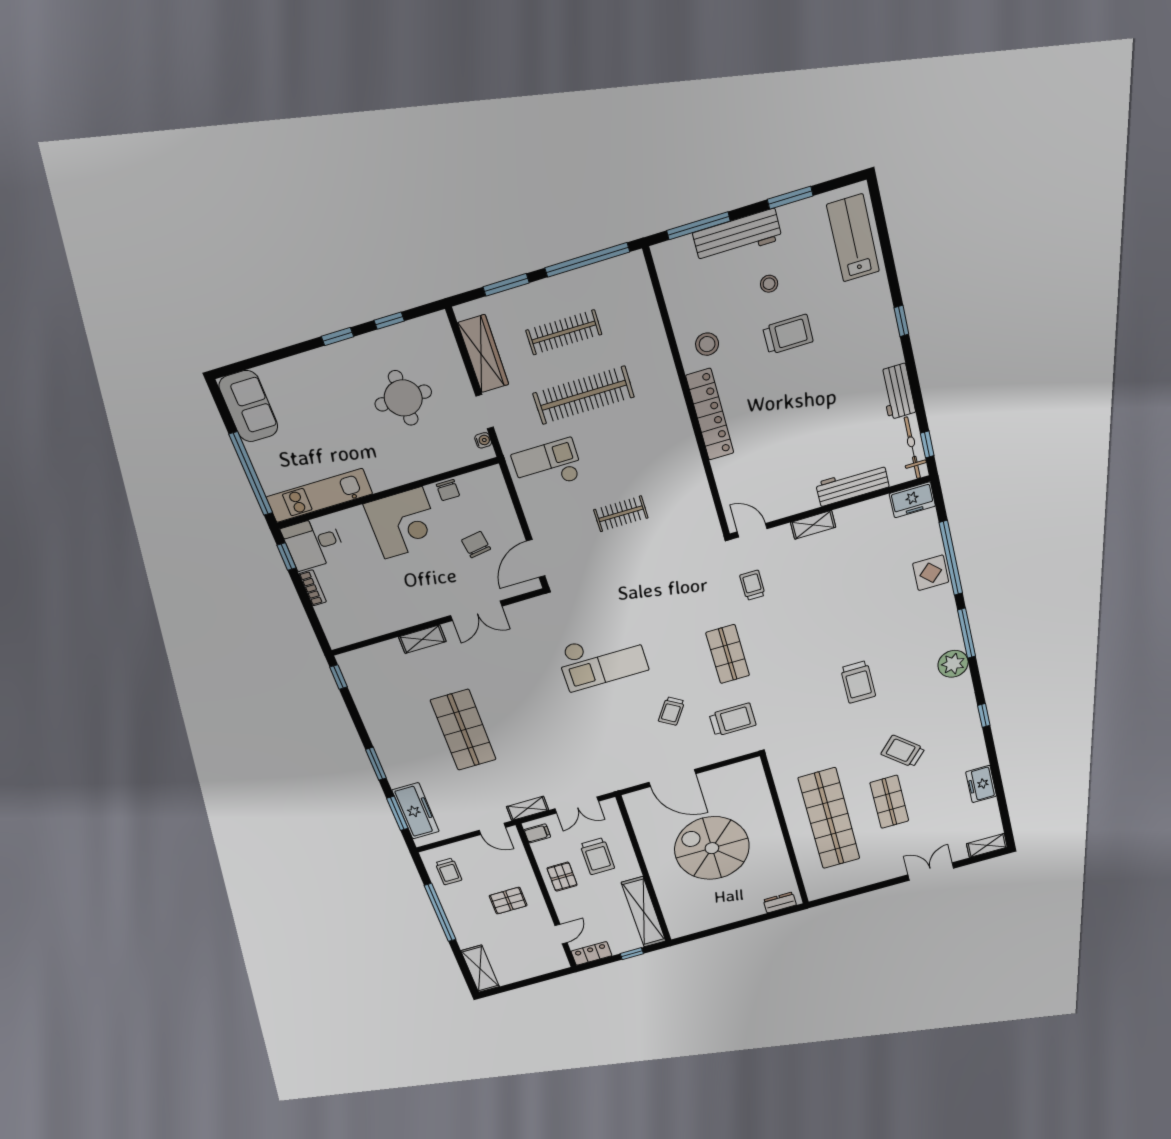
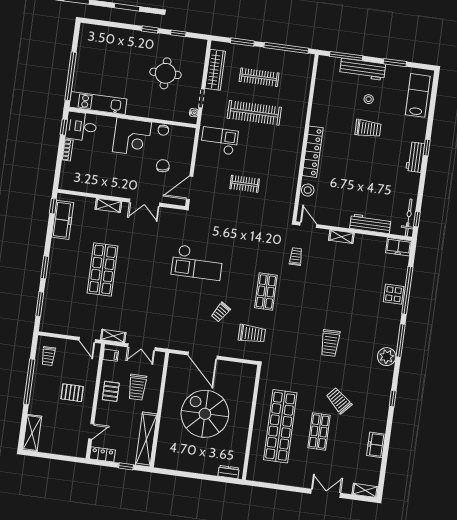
stool: (707, 344) -> (308, 190), moved
workbench: (897, 392) -> (415, 157), moved
sofa: (249, 406) -> (89, 43), removed
freezer: (416, 811) -> (63, 220), moved

